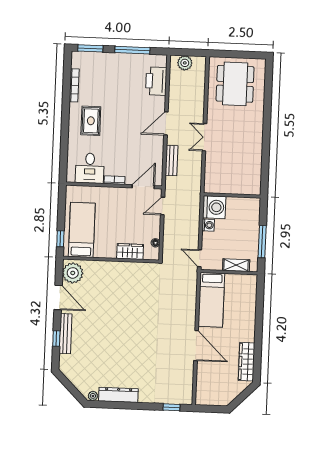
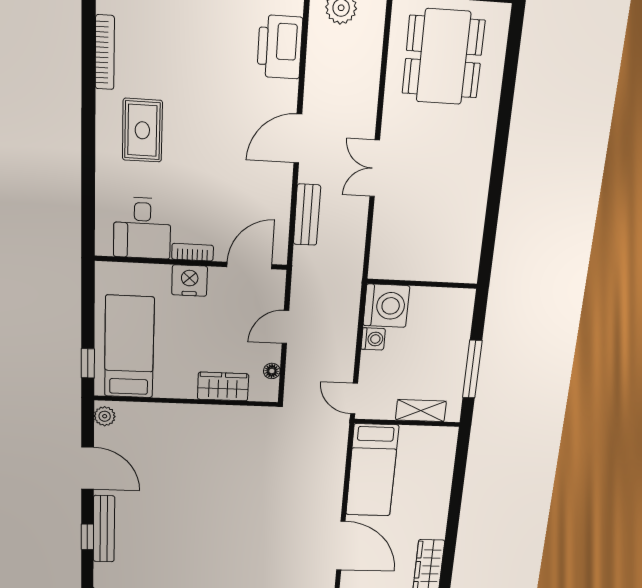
nightstand: (113, 195) -> (190, 281), added
door: (163, 206) -> (285, 327), moved
plant: (73, 273) -> (105, 416), width x0.53, depth x0.53

